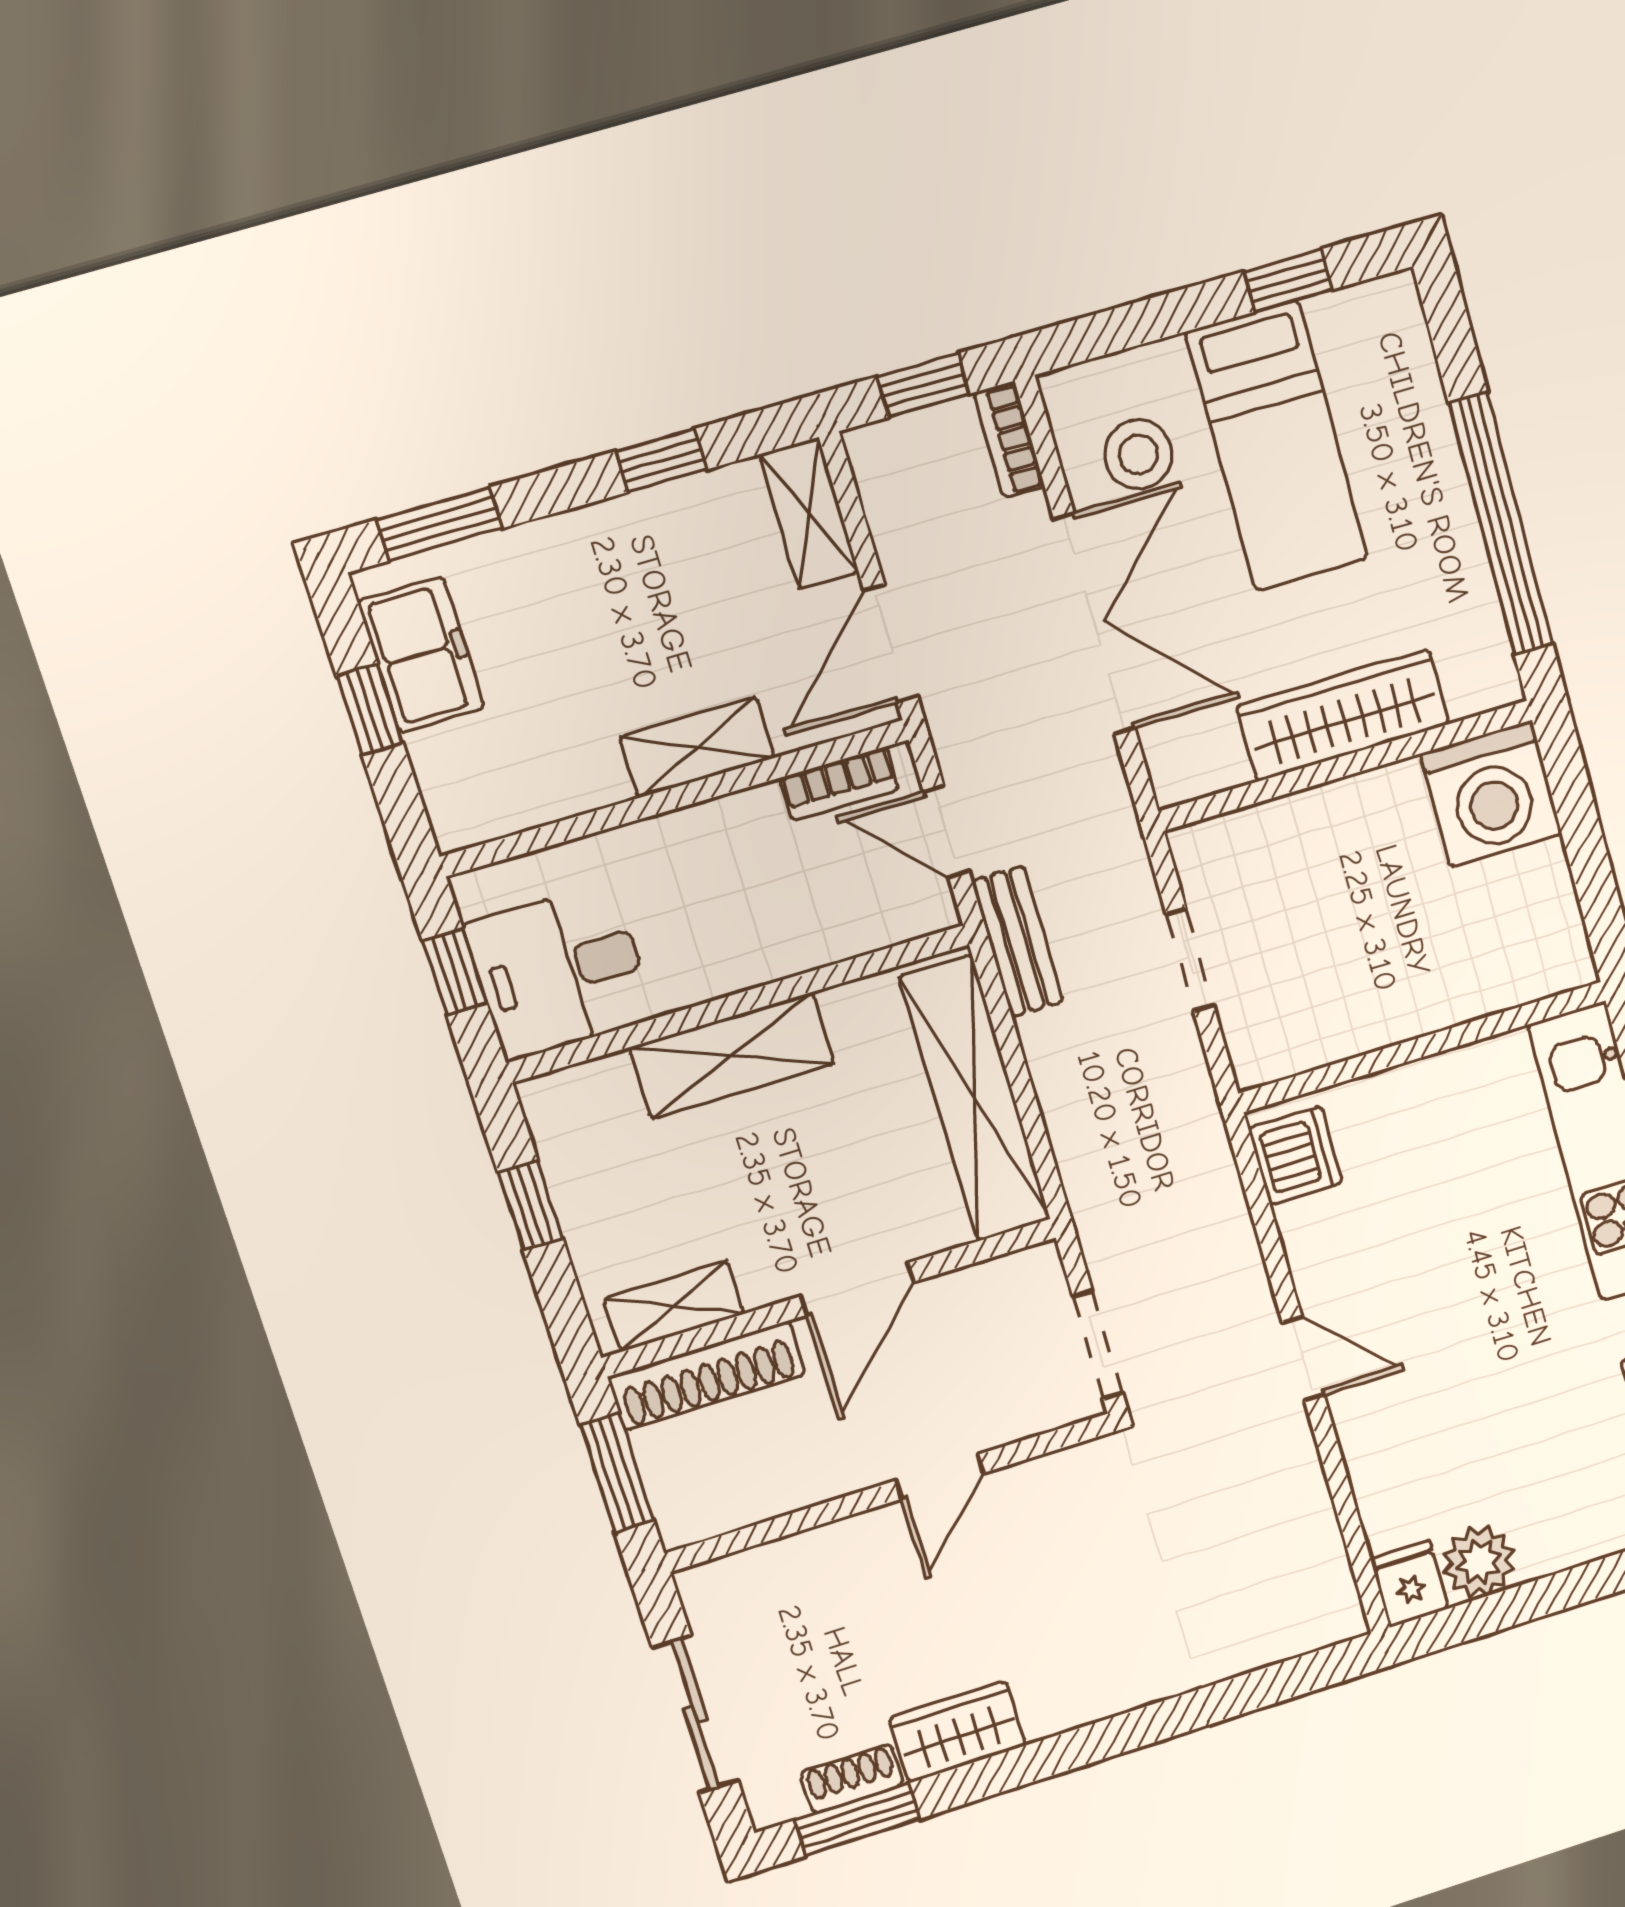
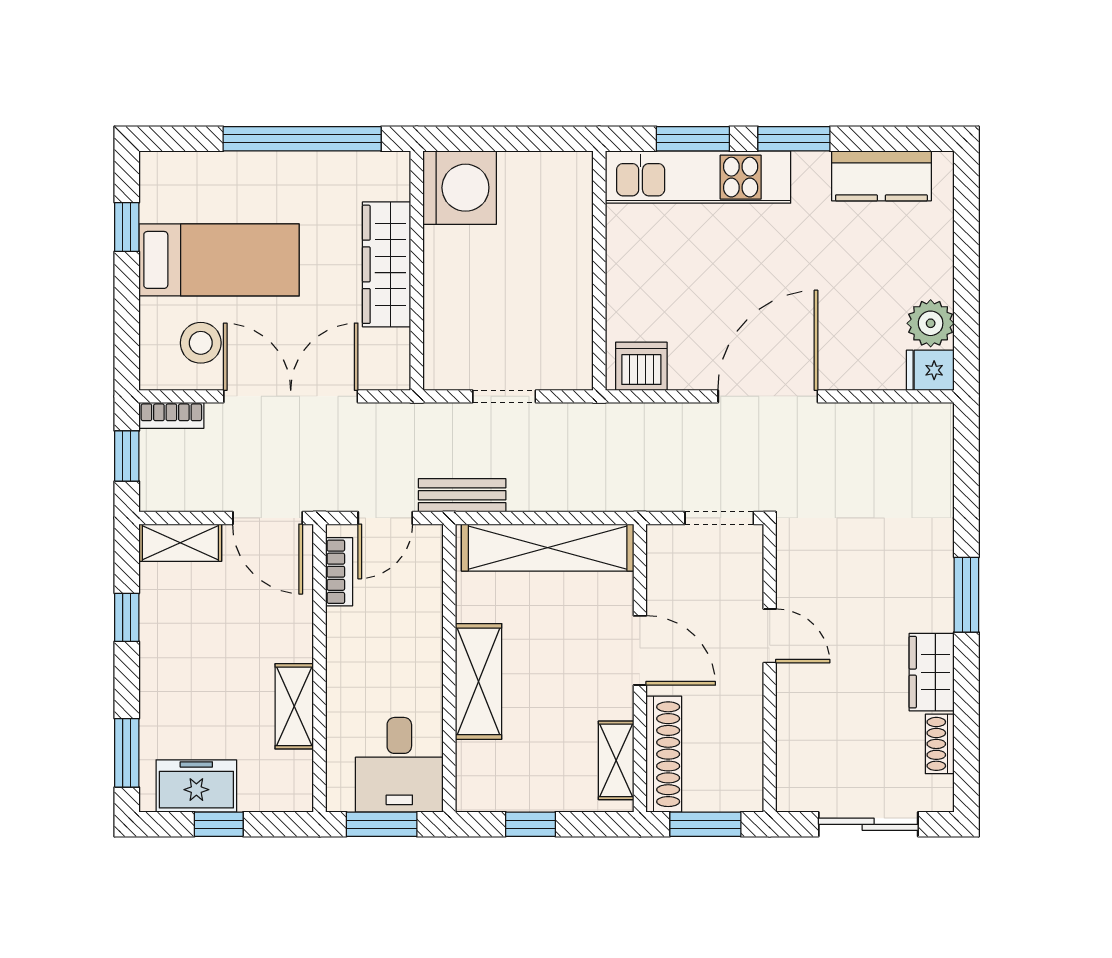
shelving: (697, 747) -> (294, 706), moved
window: (455, 972) -> (382, 824), width x1.50
door: (1303, 1359) -> (768, 396), width x1.88
window: (857, 1819) -> (966, 595), moved

